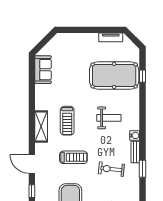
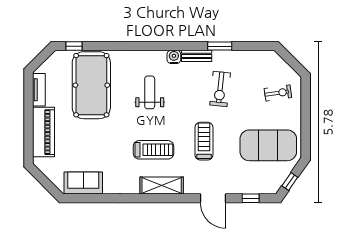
piano: (80, 41) -> (43, 132), added
window: (143, 76) -> (74, 46), moved
door: (32, 164) -> (213, 198), hinge flipped

